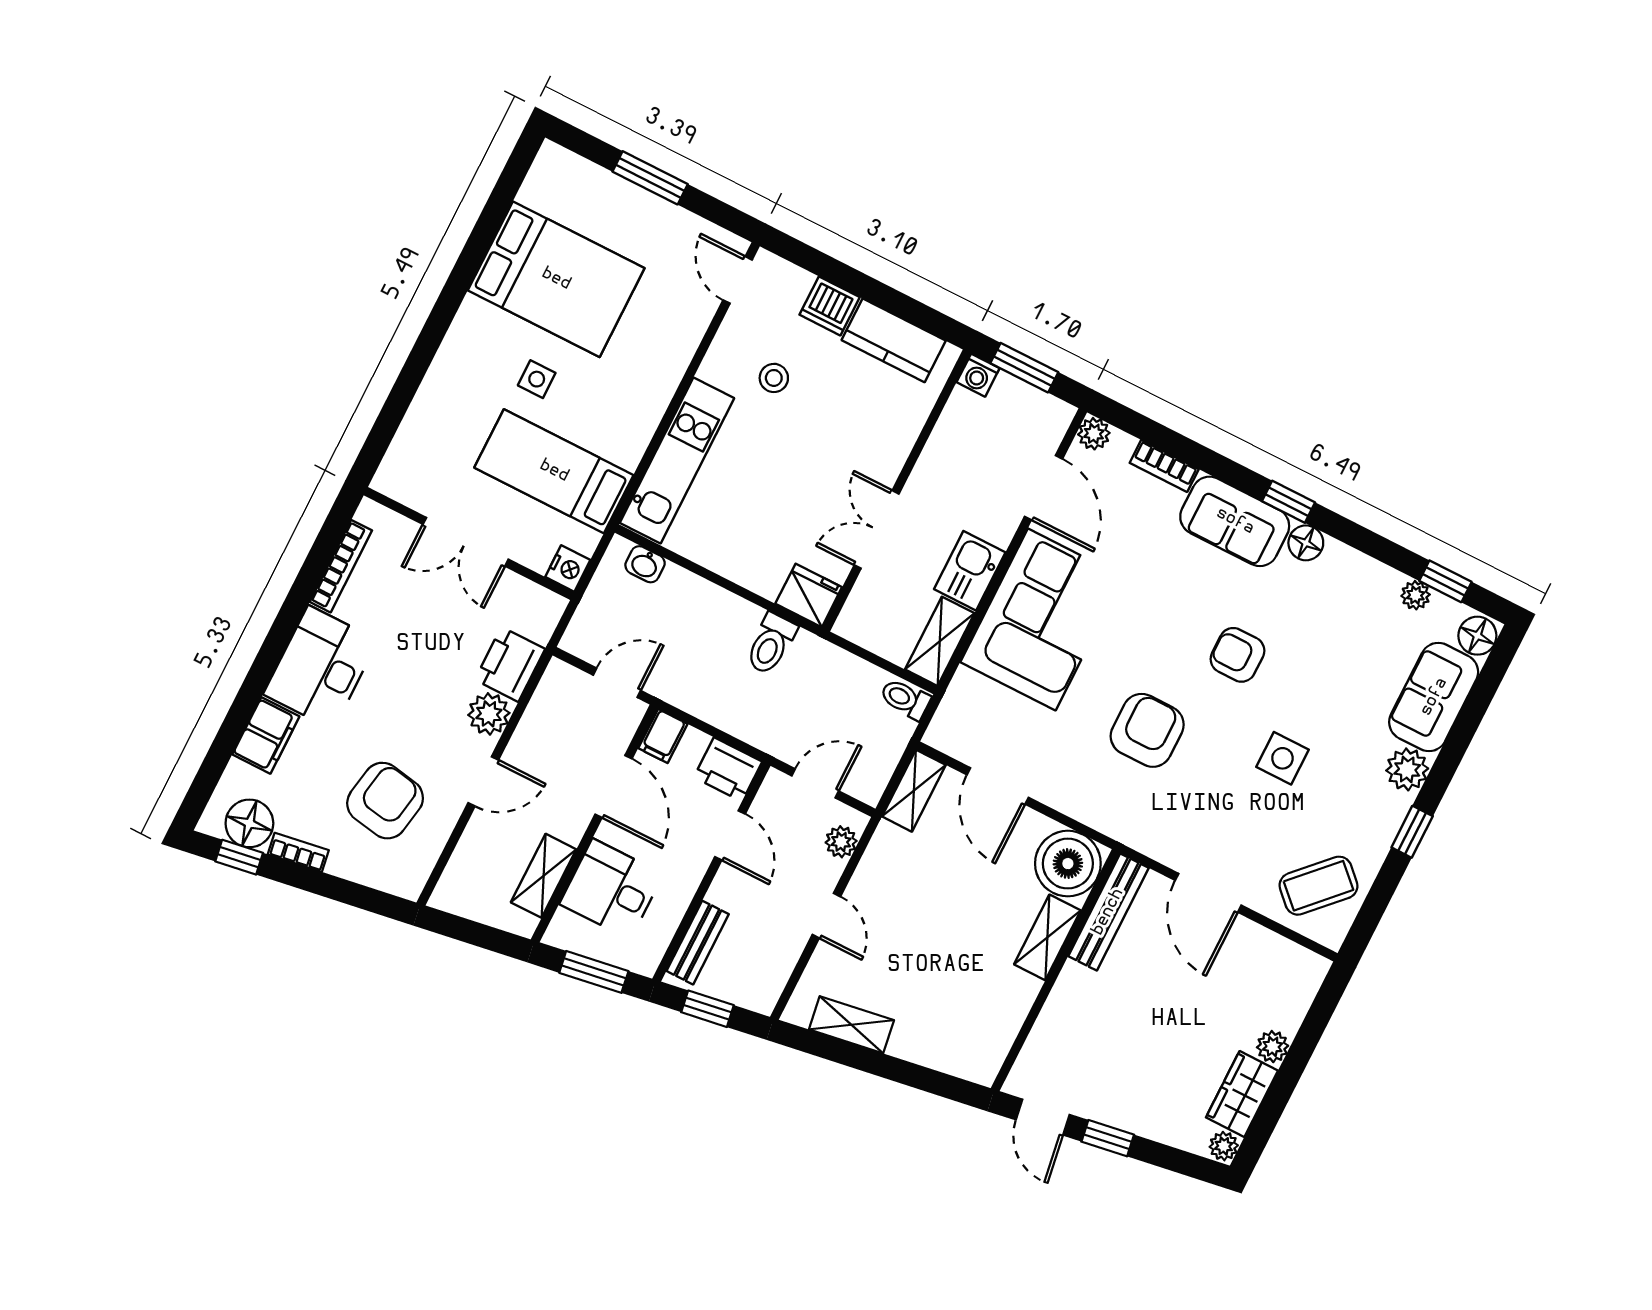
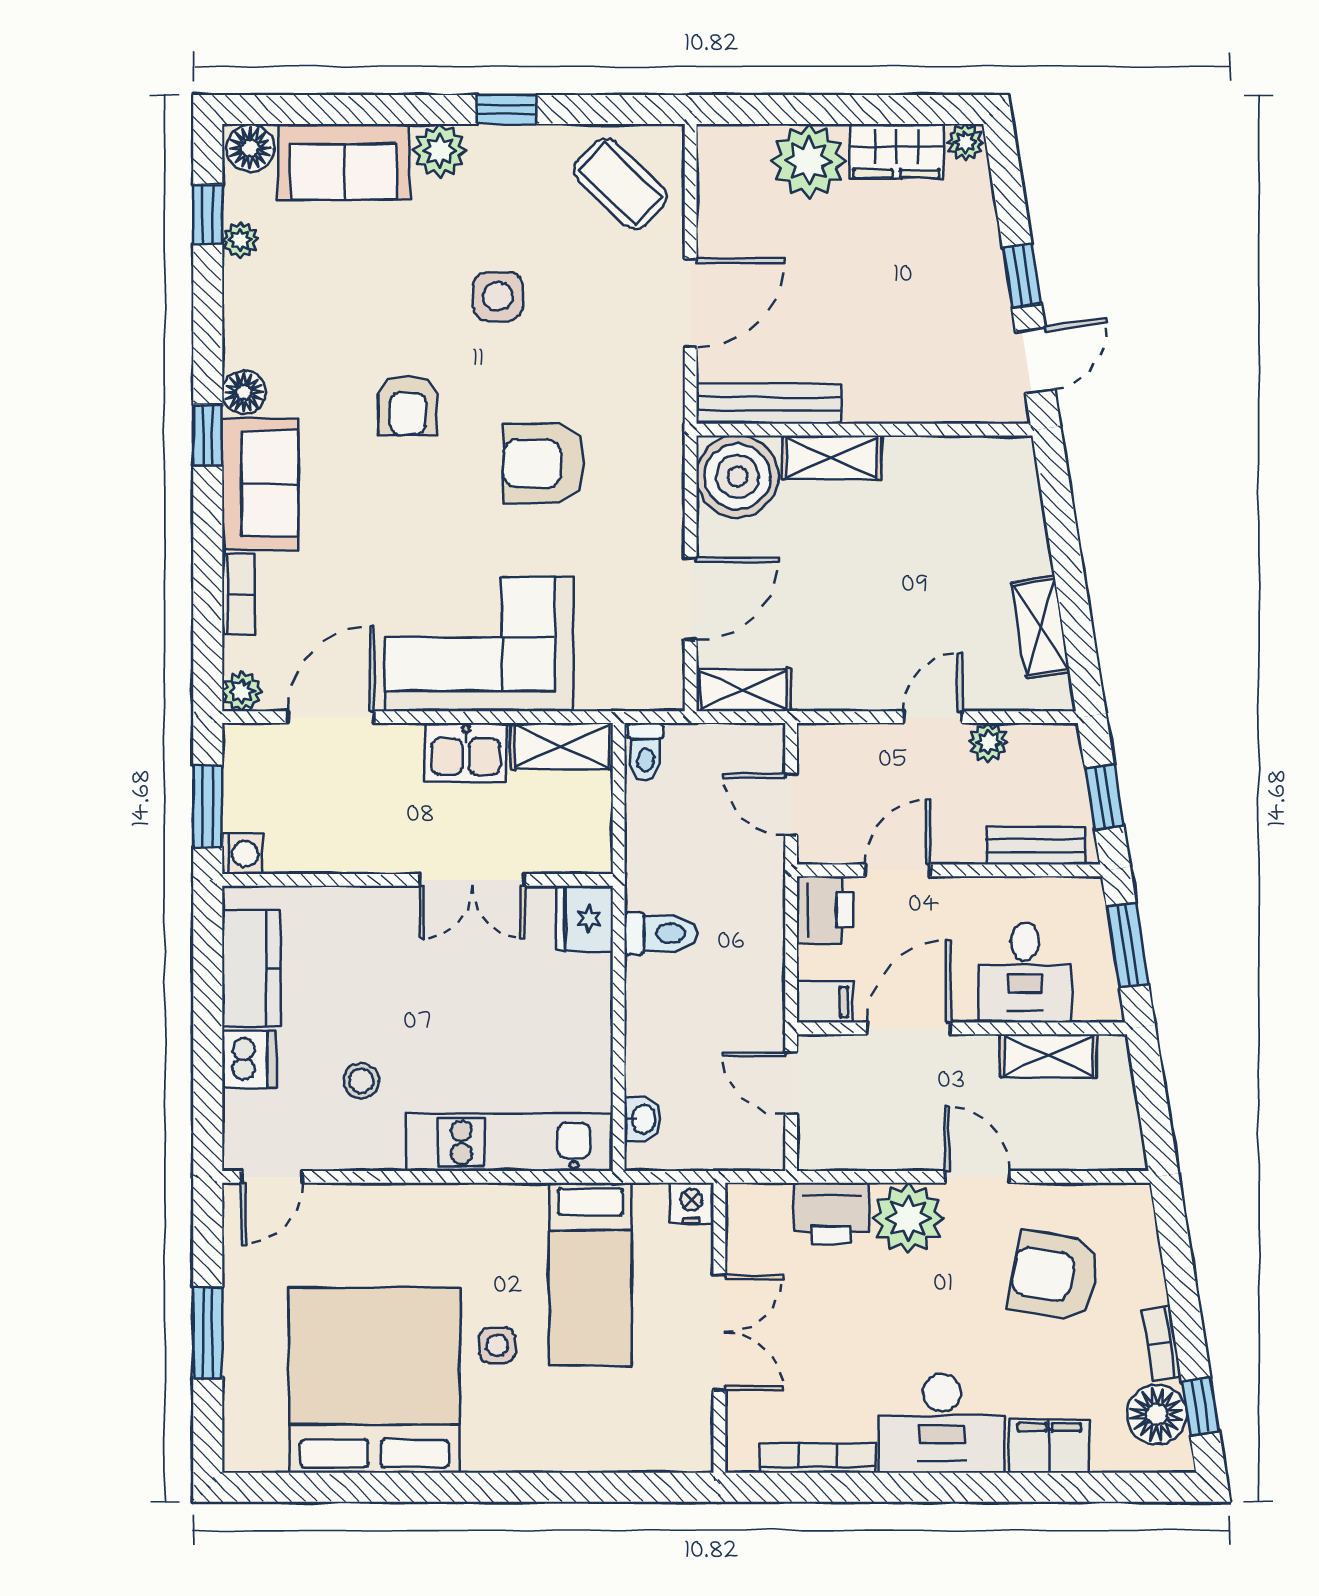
bed: (556, 279) -> (374, 1380), width x1.36
plant: (489, 714) -> (908, 1218), width x1.36, depth x1.36
plant: (841, 842) -> (988, 742), moved
plant: (1273, 1047) -> (809, 161), width x1.87, depth x1.87

